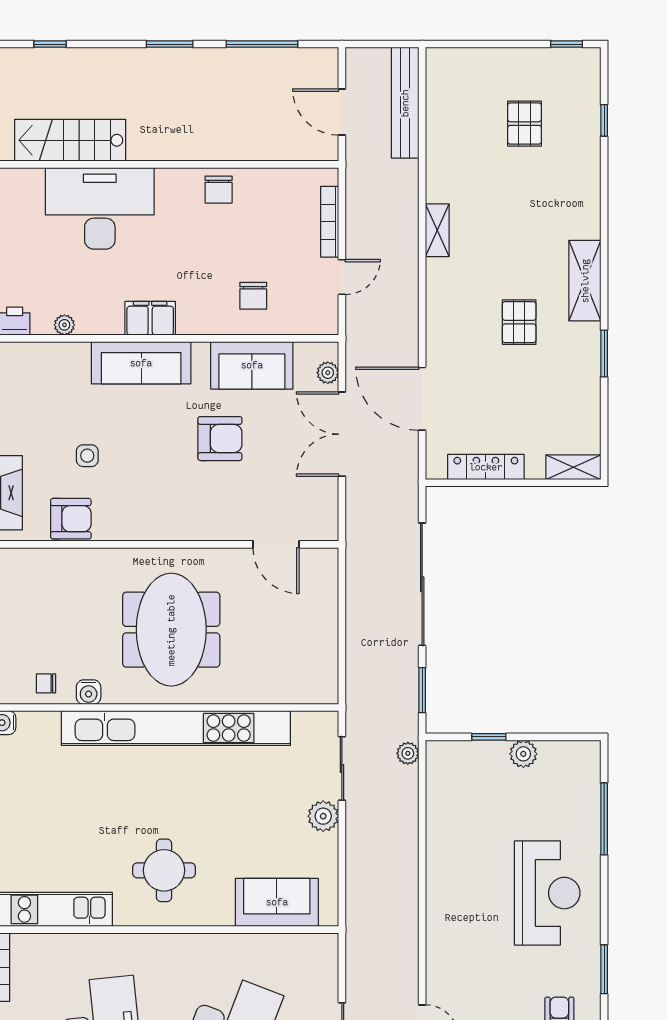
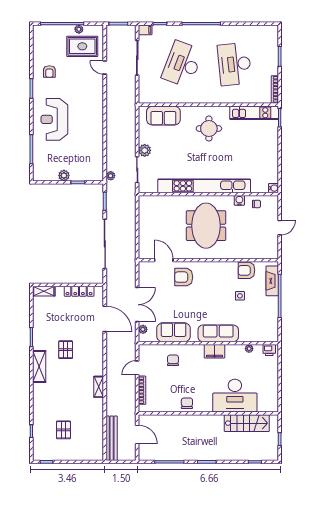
armchair: (220, 439) -> (184, 277), moved

